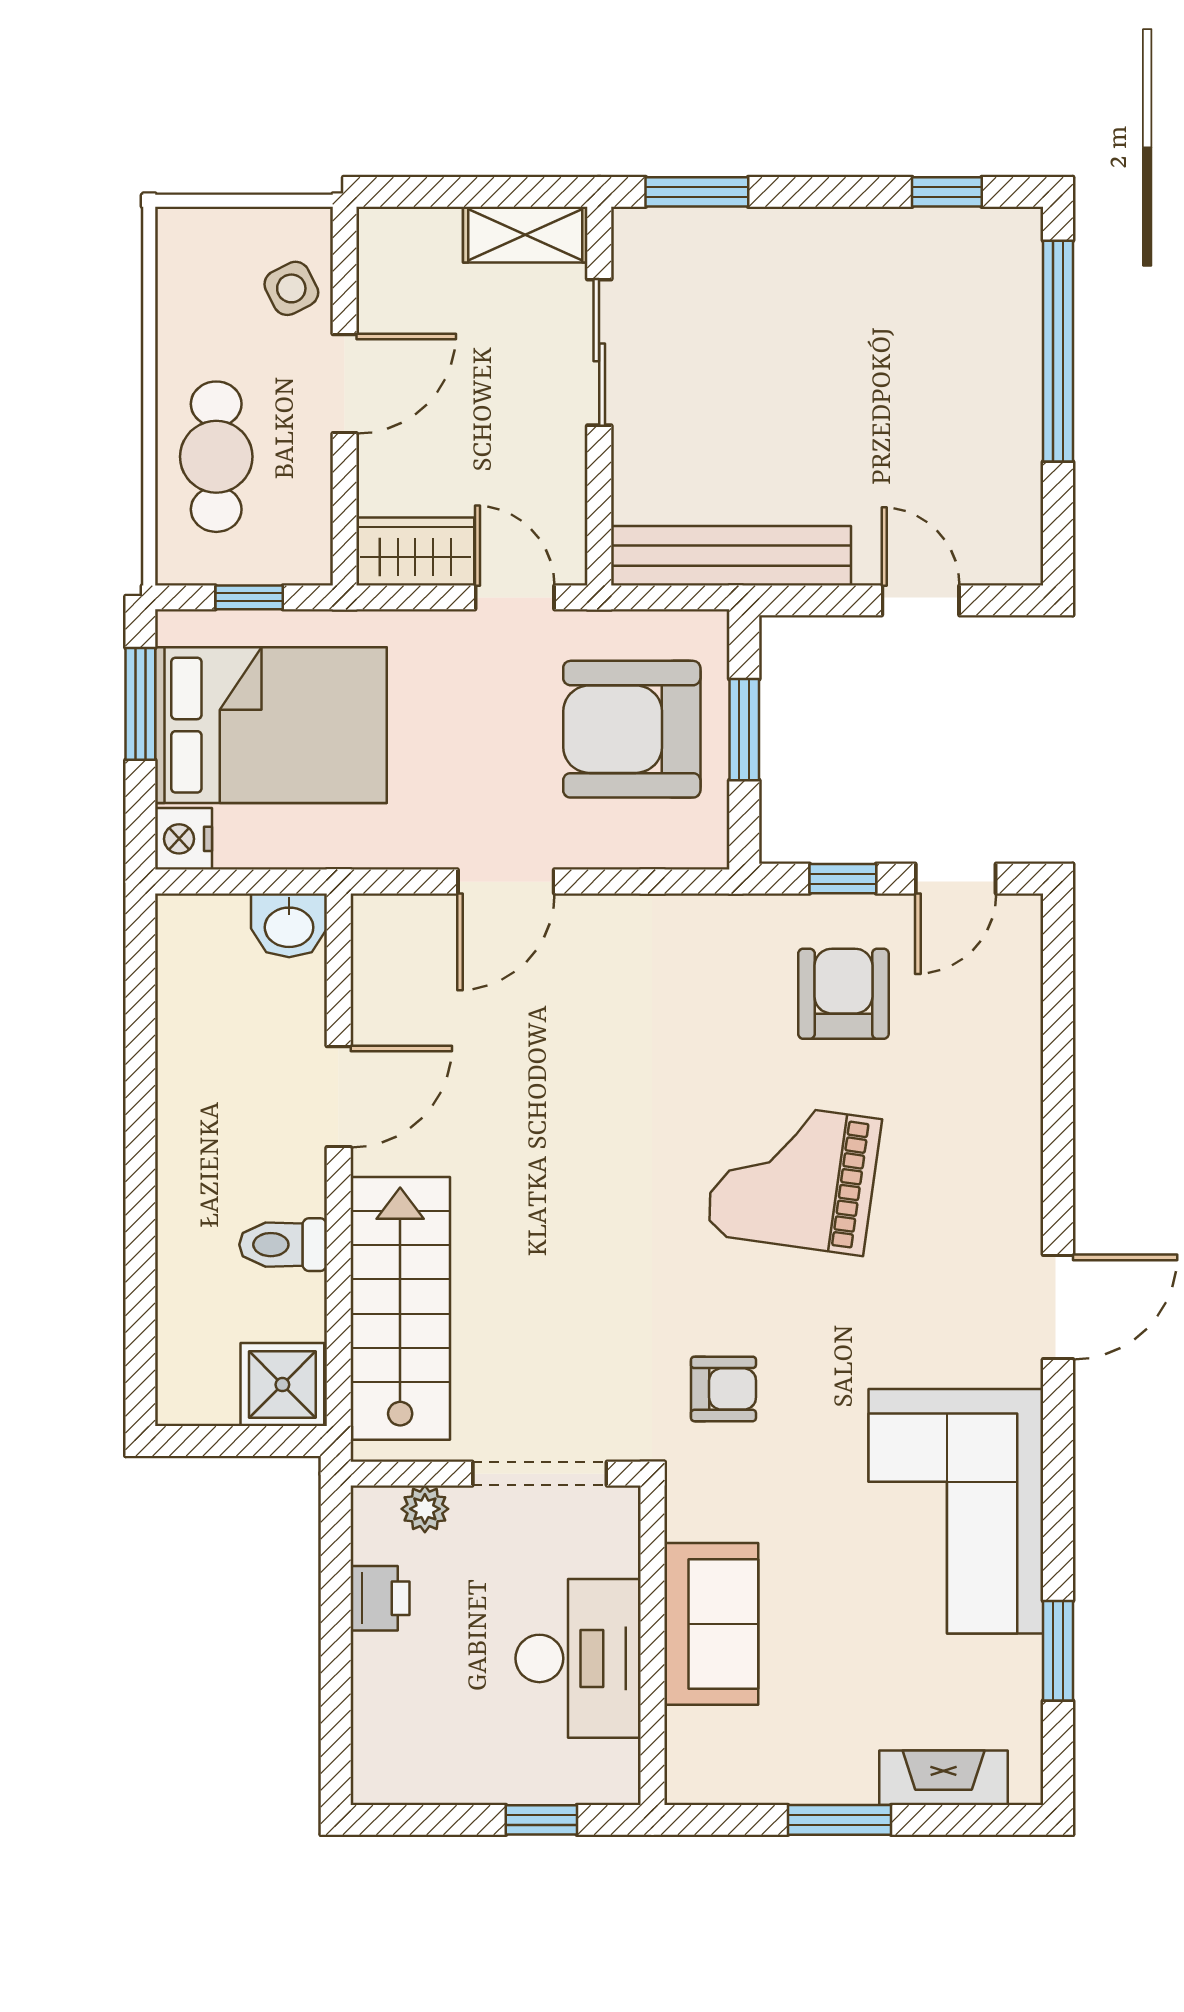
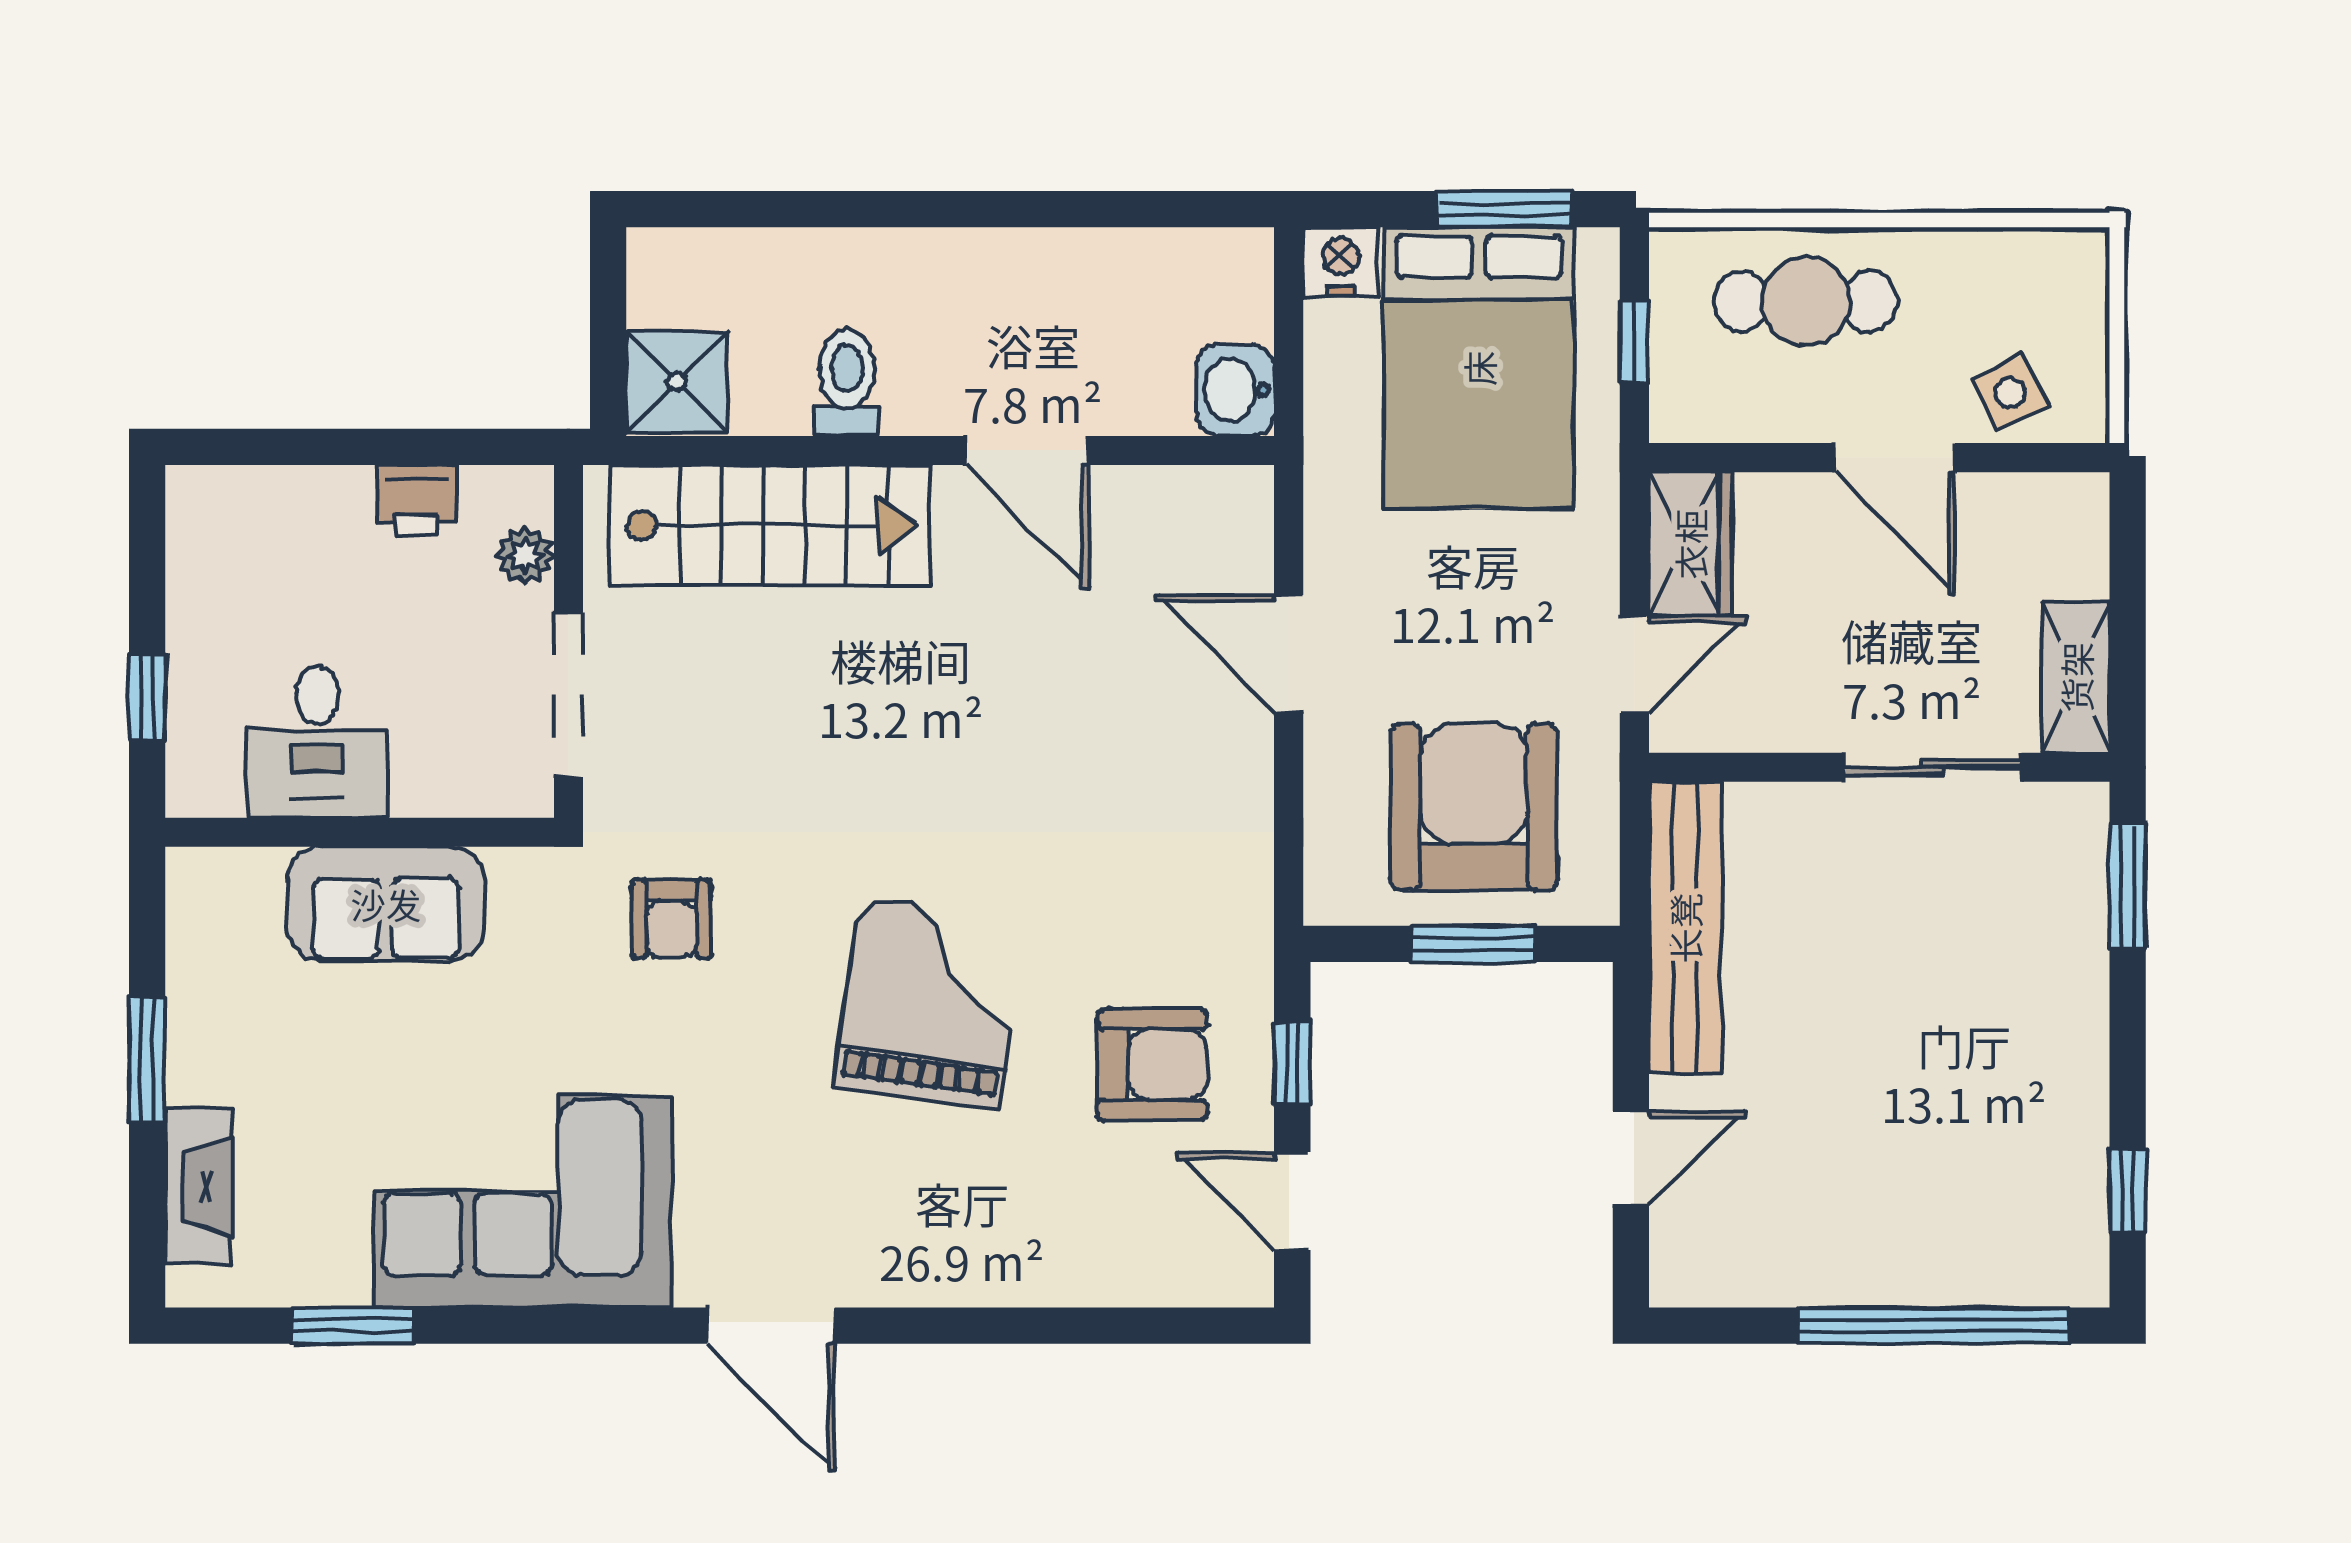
desk: (578, 1658) -> (317, 742), width x0.73

